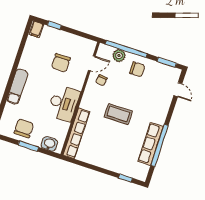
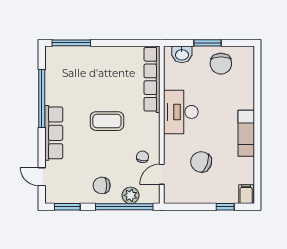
chair: (61, 63) -> (201, 162), turned -70
exam couch: (17, 87) -> (246, 133), moved
row of seats: (151, 144) -> (54, 133), moved
window: (126, 178) -> (71, 43), width x2.17

